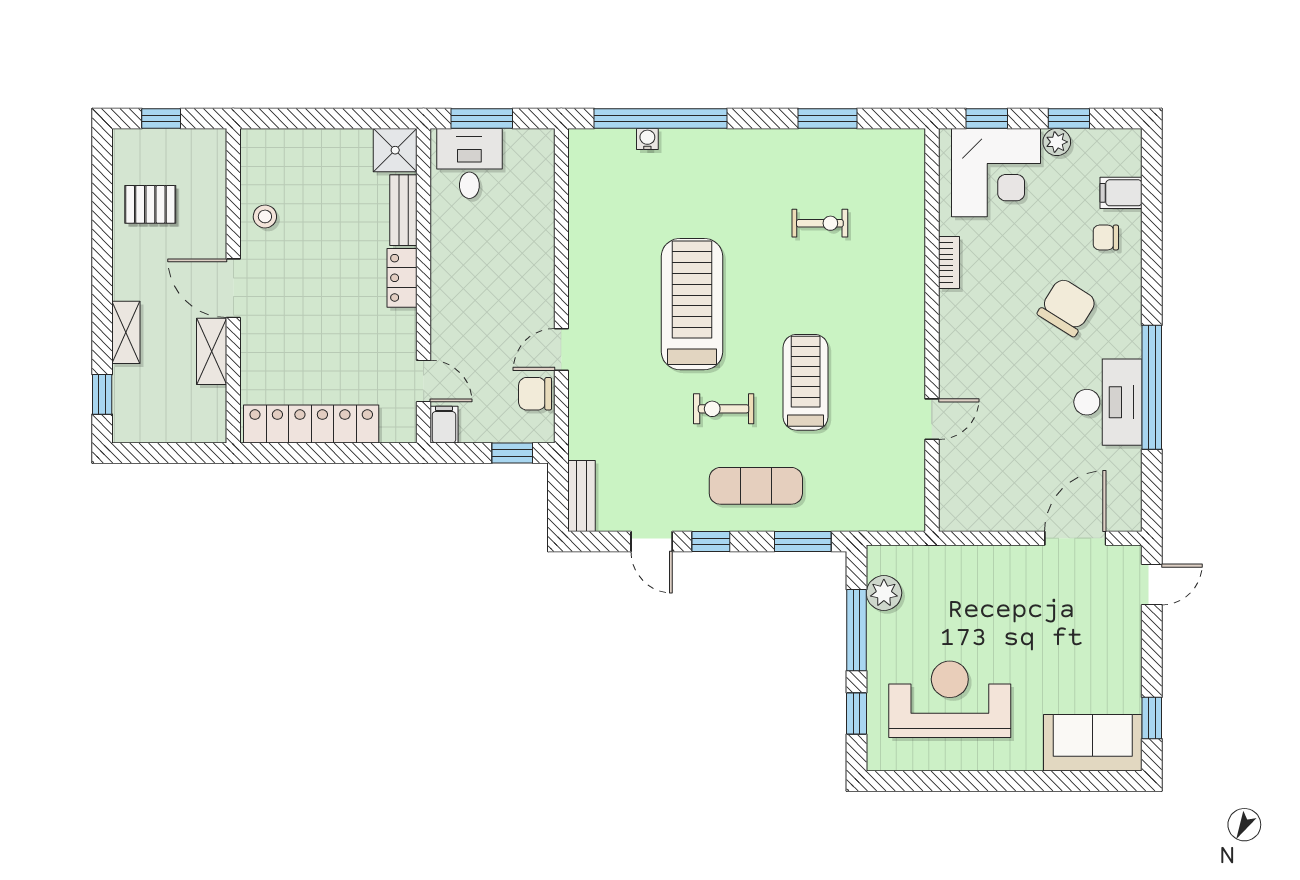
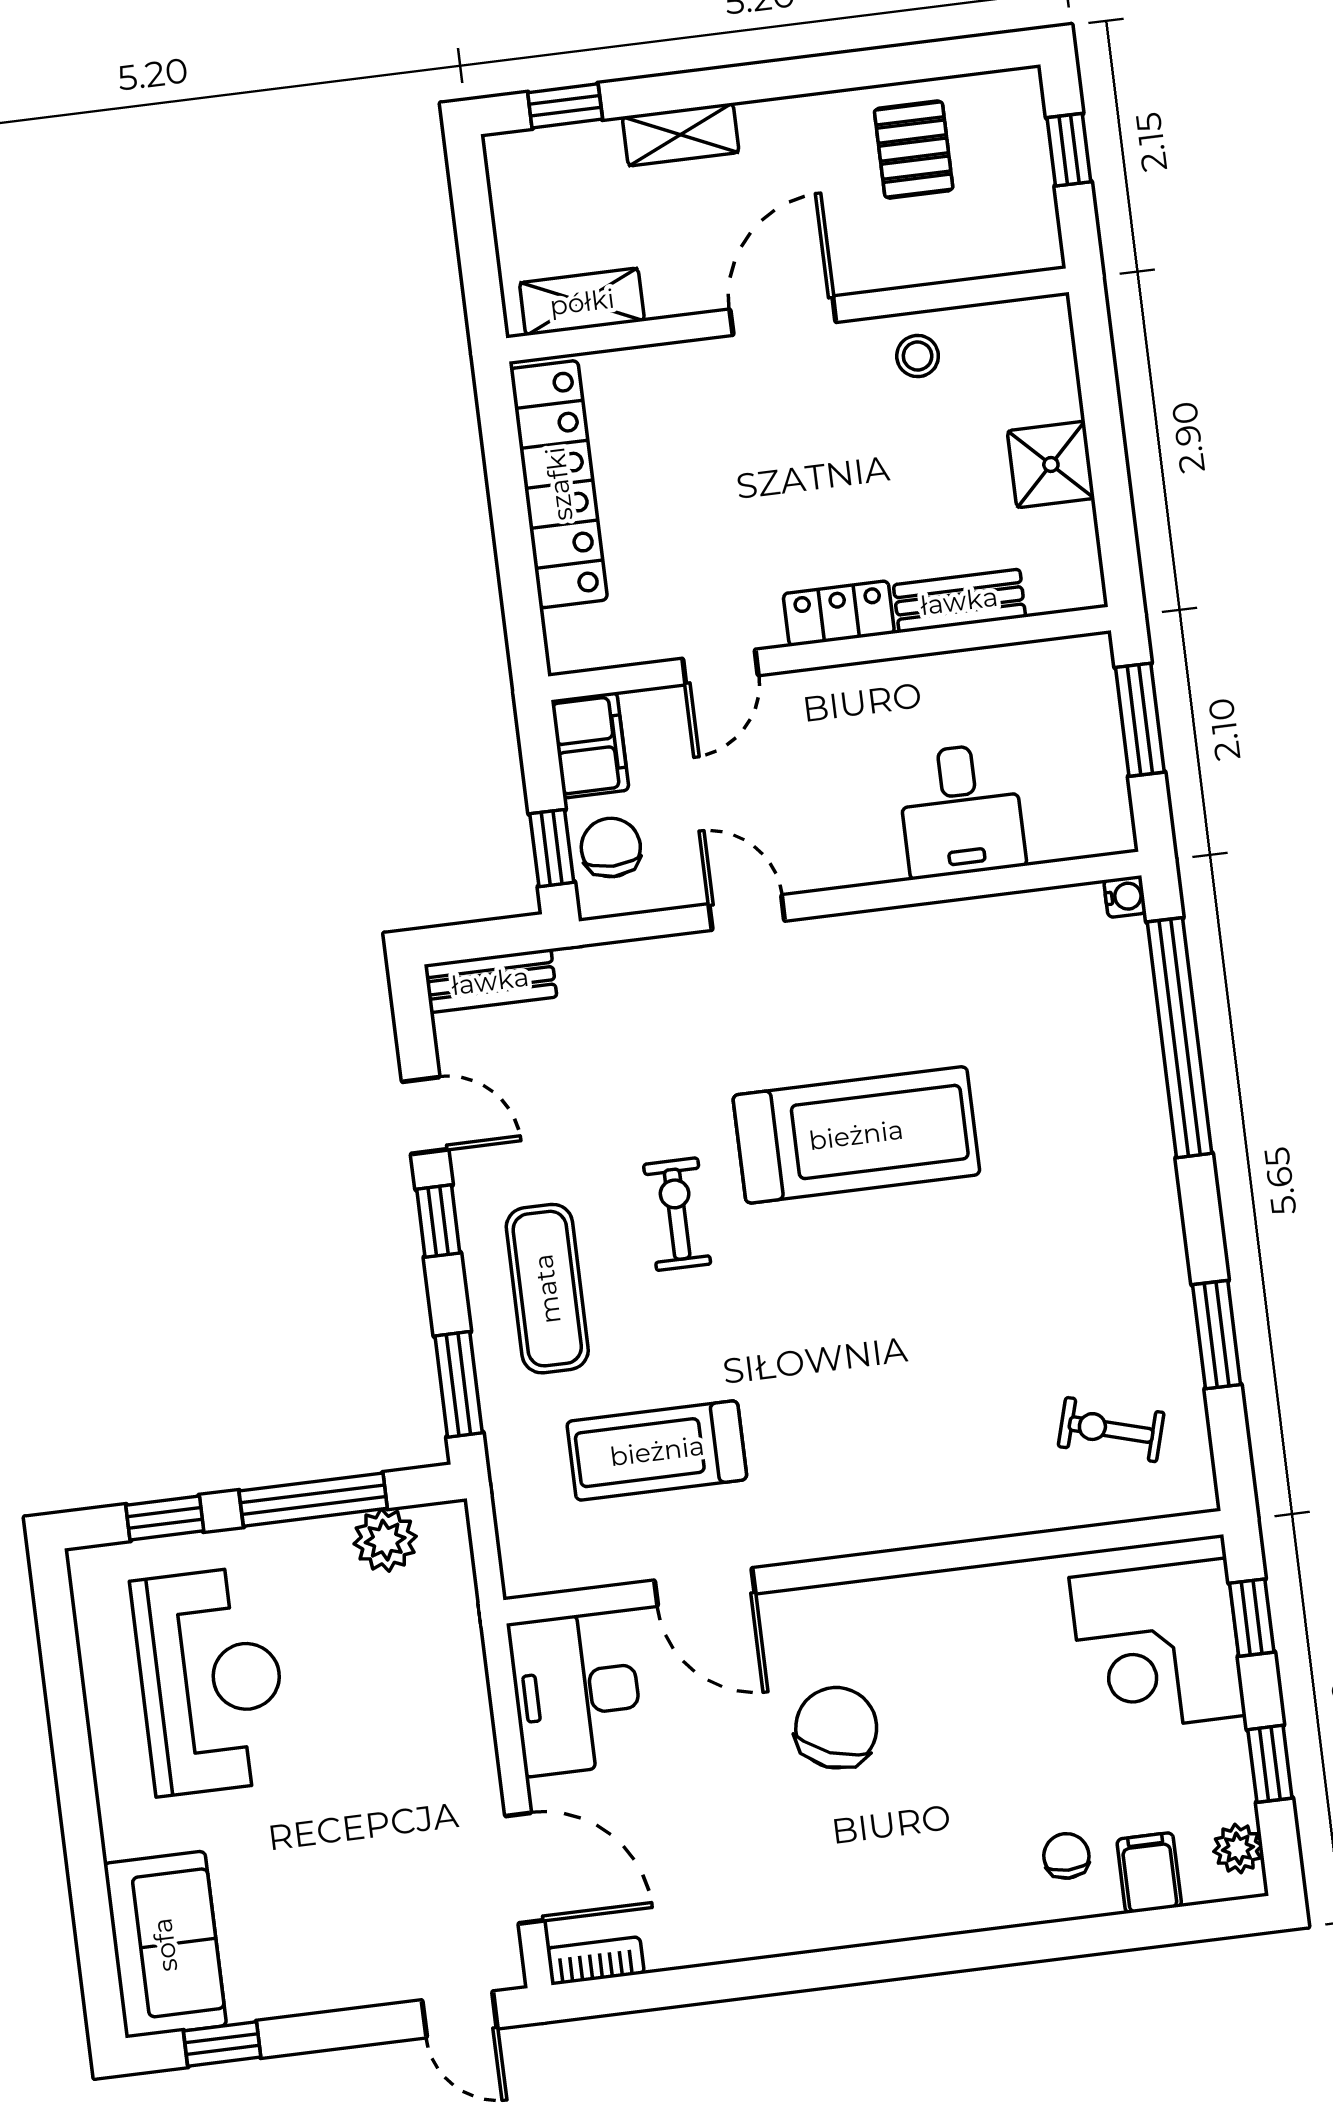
water cooler: (647, 139) -> (1125, 896), moved
plant: (1057, 142) -> (1238, 1848), moved
shower: (395, 150) -> (1051, 464), moved
desk: (469, 163) -> (961, 810), moved, turned 90
exercise bike: (820, 223) -> (1111, 1430), moved, turned 106
bookcase: (949, 262) -> (595, 1961), moved, turned 180
chair: (1067, 307) -> (836, 1728), moved, turned -101
shelving: (212, 351) -> (582, 302), moved
door: (424, 381) -> (720, 667), moved
treadmill: (806, 382) -> (657, 1451), moved, turned 180
window: (1152, 387) -> (810, 1971), removed
chair: (535, 394) -> (611, 848), moved
desk: (1108, 402) -> (576, 1693), moved, turned 90
door: (932, 419) -> (705, 1587), width x1.38
filing cabinet: (444, 425) -> (590, 745), width x2.00
door: (652, 542) -> (425, 1115), swing flipped

